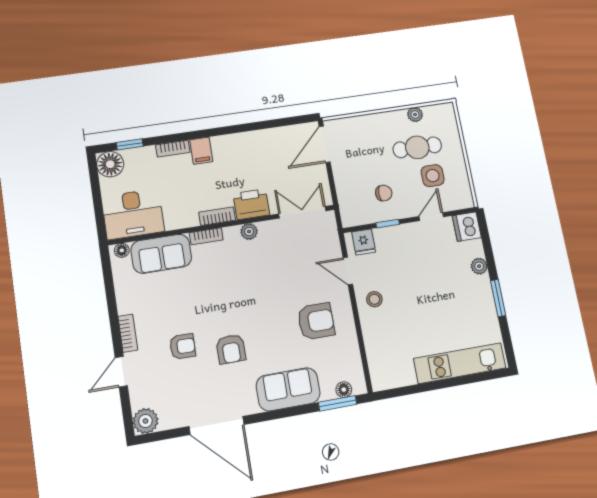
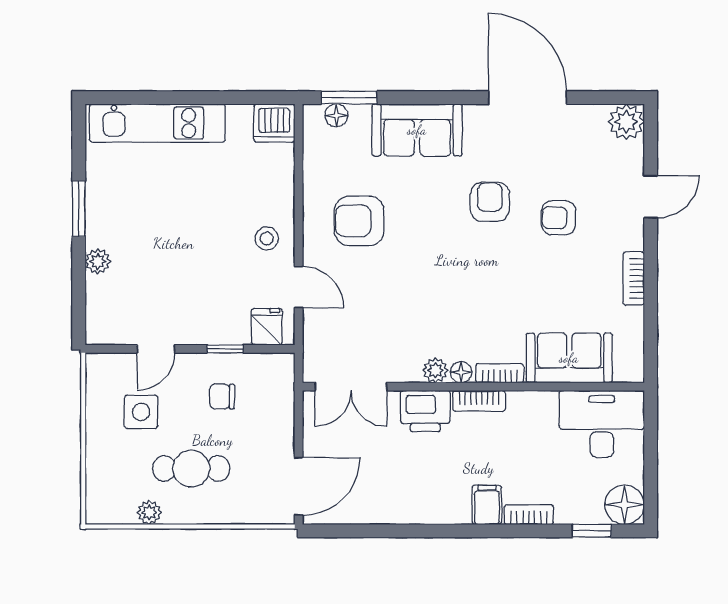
cafe table: (417, 147) -> (191, 469), moved
dishwasher: (467, 227) -> (274, 123), moved, turned 90
floor lamp: (122, 250) -> (461, 372), moved
bookcase: (128, 333) -> (634, 278), moved

